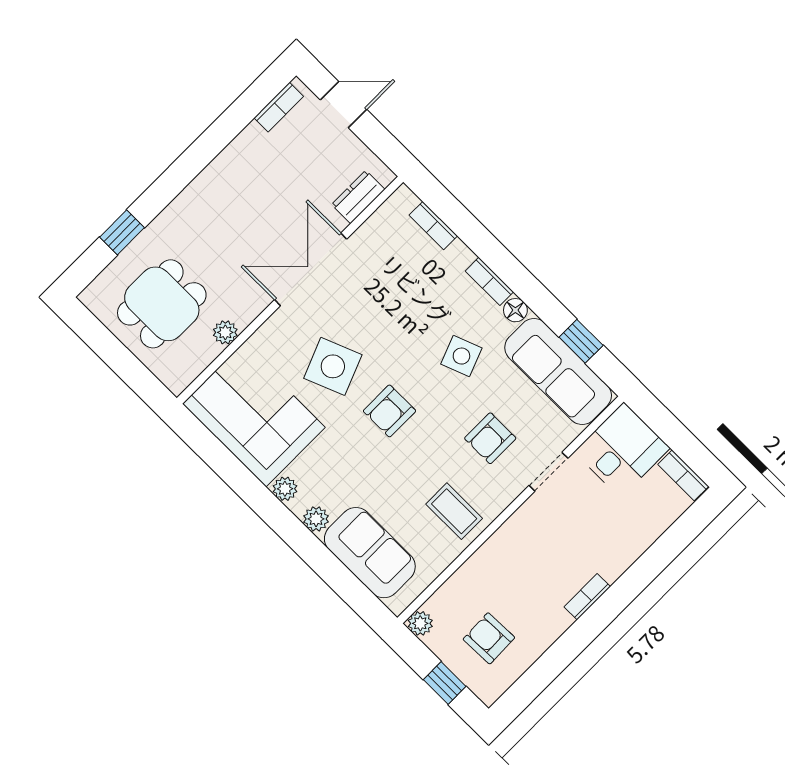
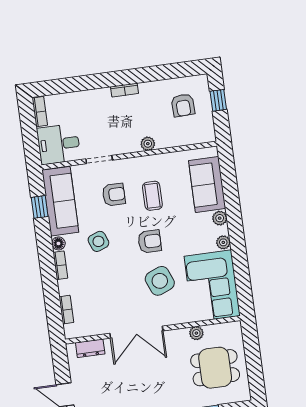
coffee table: (454, 511) -> (152, 196), moved
plant: (420, 623) -> (148, 144), moved

